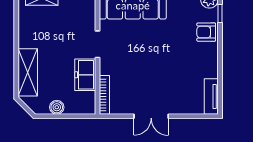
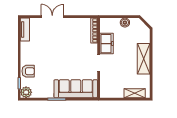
shelving: (28, 72) -> (144, 59), moved
double door: (151, 116) -> (52, 17), moved

